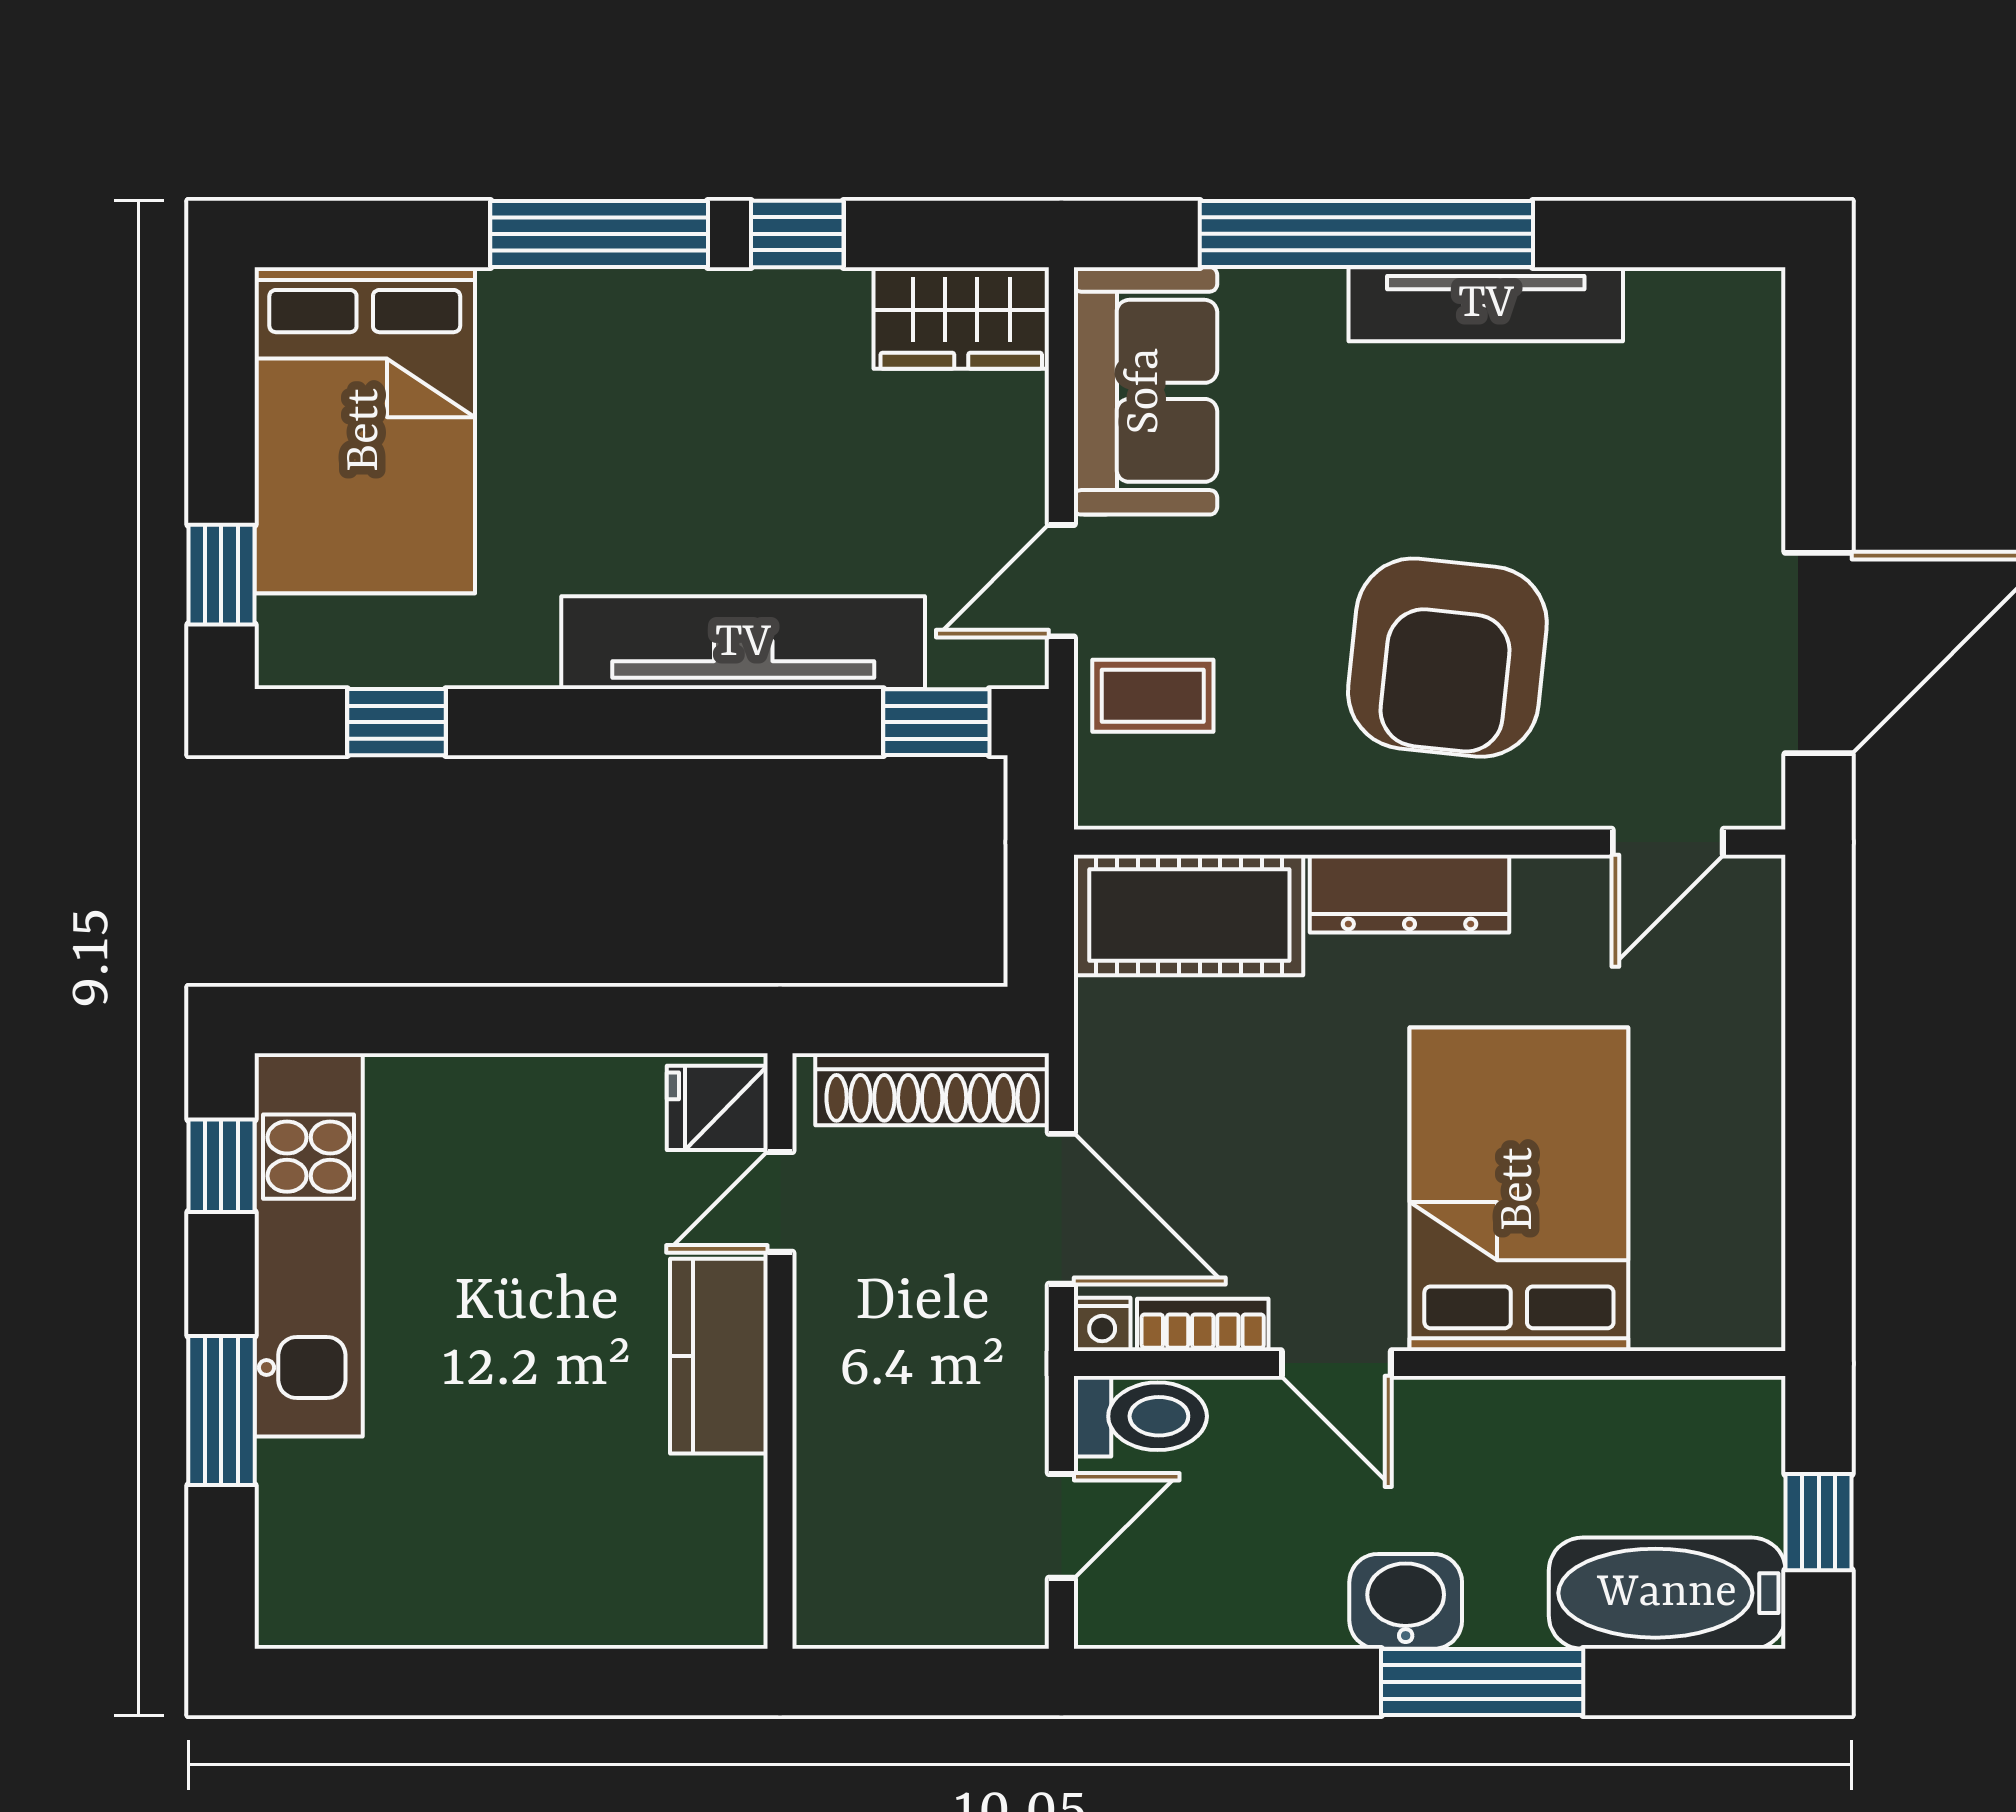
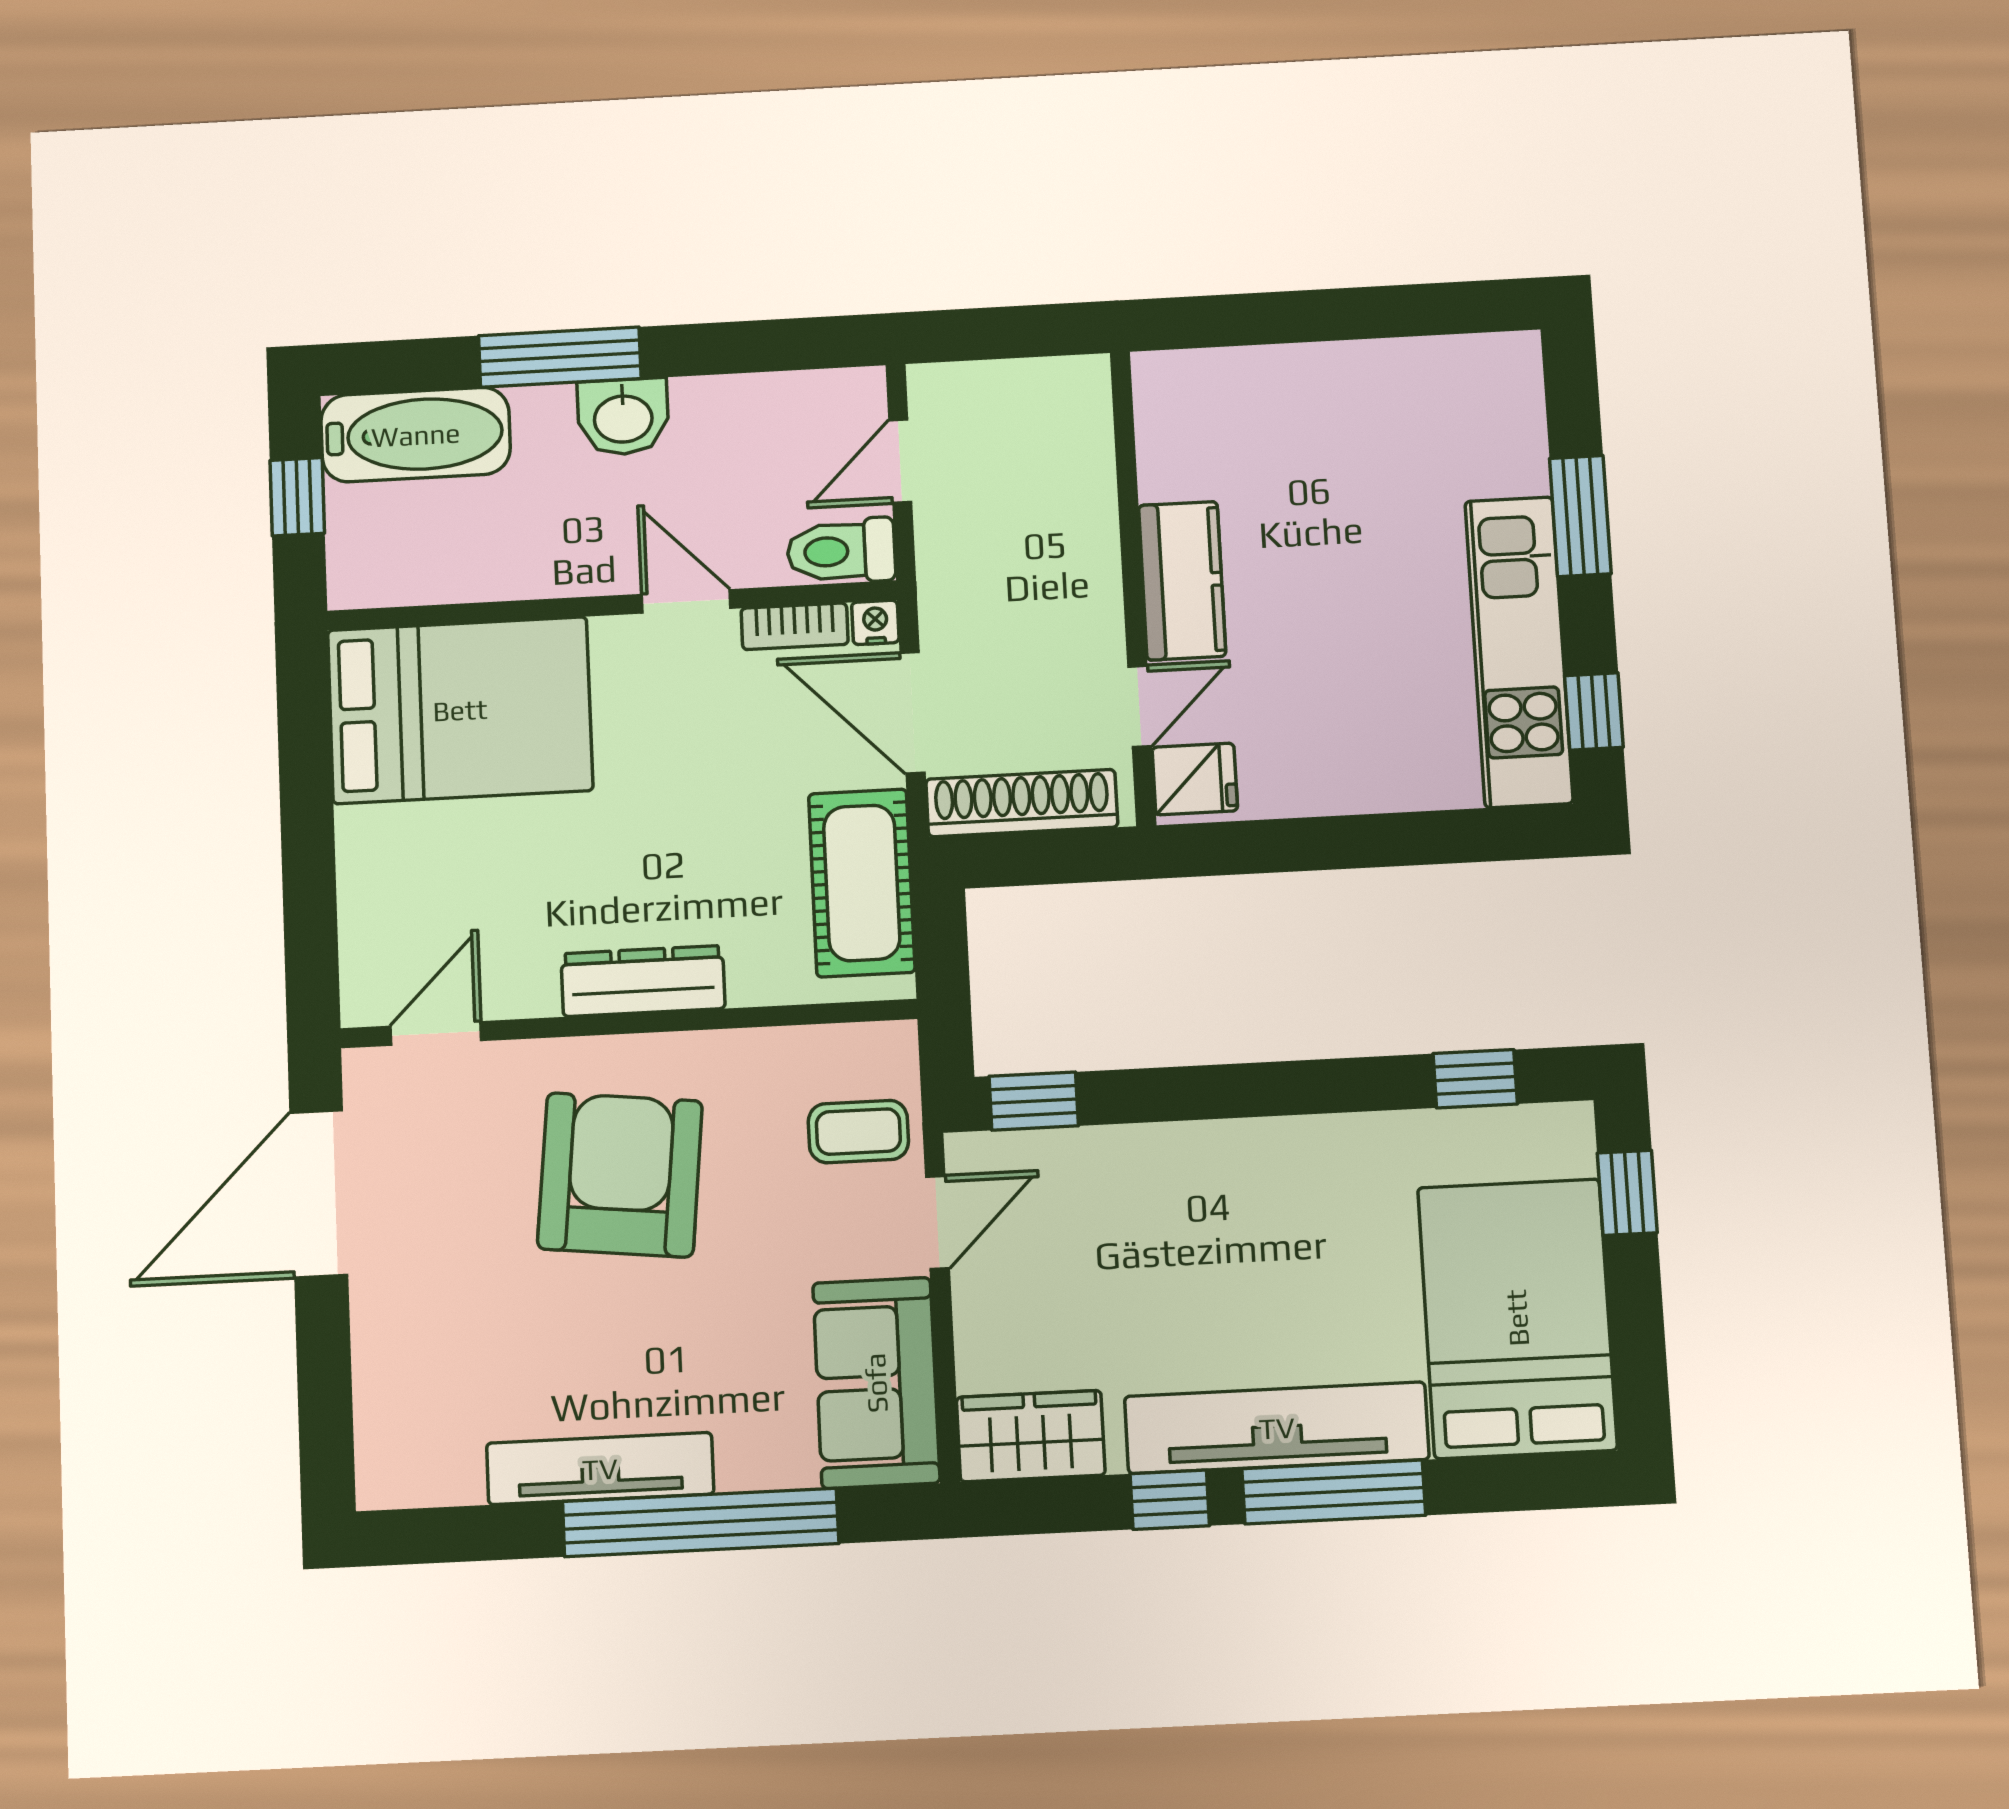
tv unit: (743, 643) -> (1277, 1428), moved, turned 180
cot: (1189, 915) -> (862, 883), moved, turned 90
bed: (1519, 1189) -> (460, 710), moved, turned -90

